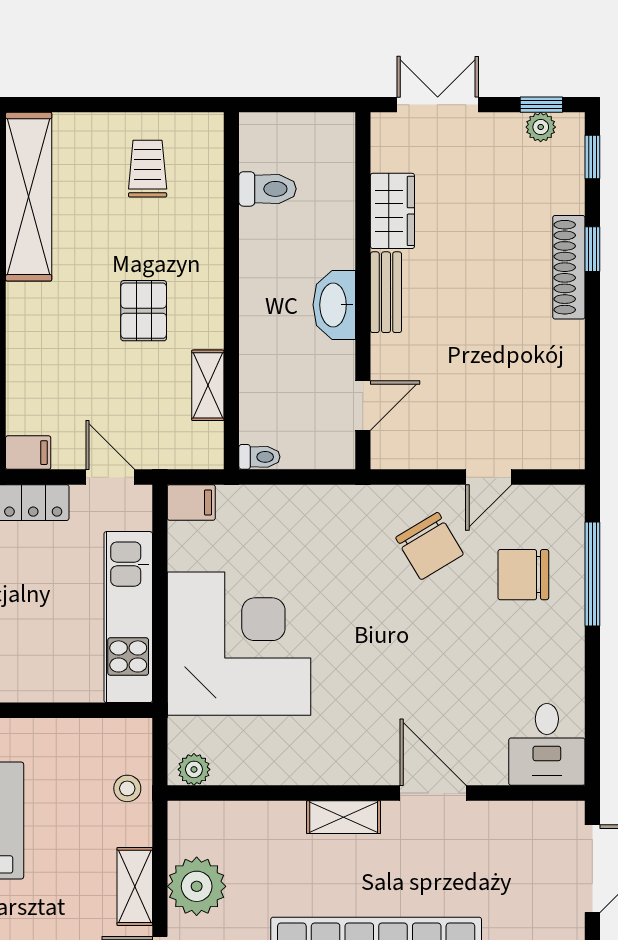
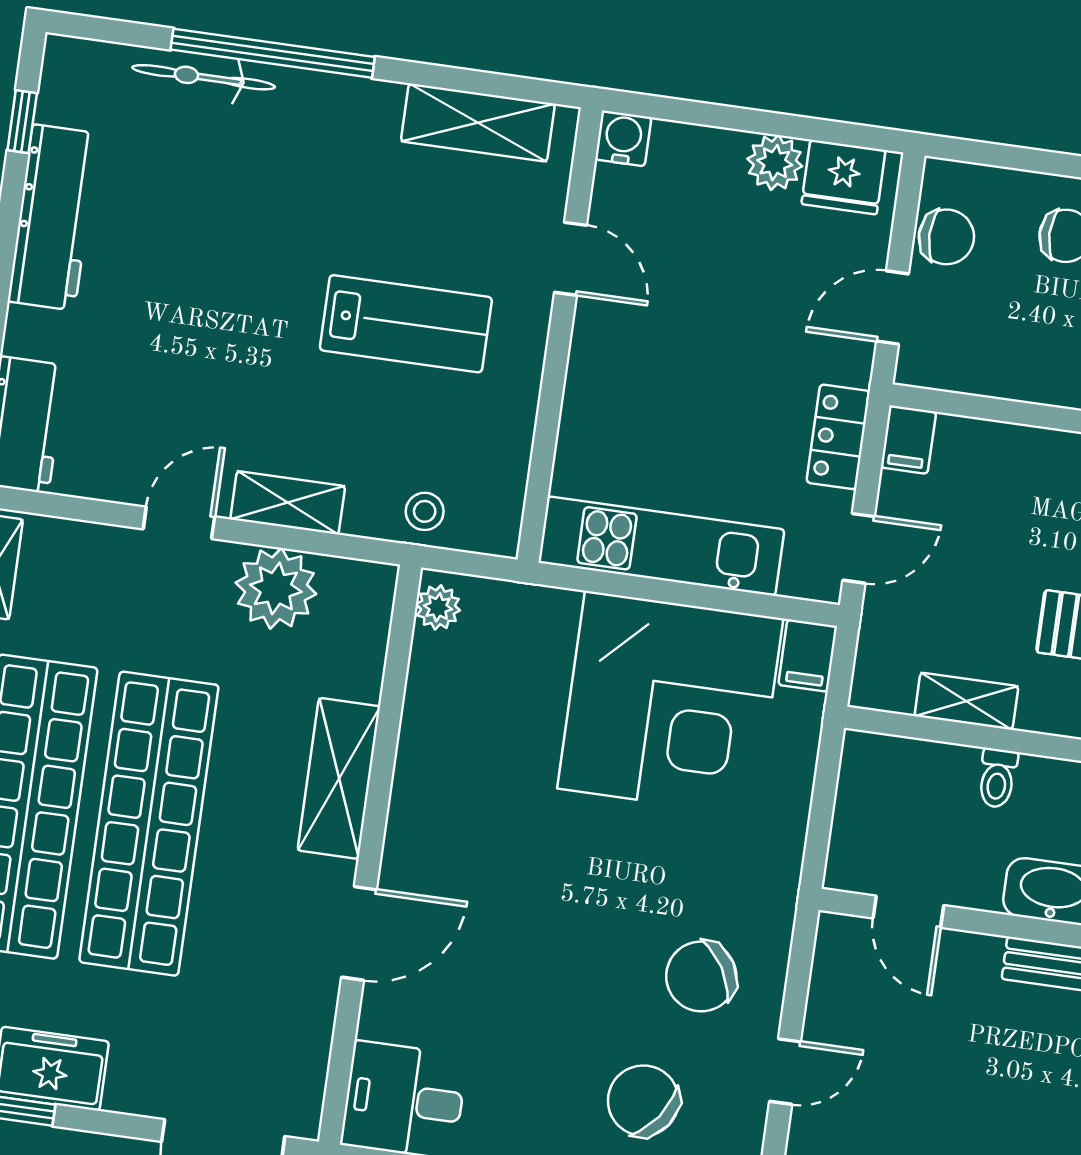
toilet: (259, 457) -> (997, 778), moved
door: (489, 477) -> (785, 1072), swing flipped
chair: (523, 575) -> (643, 1101), turned -54
corner desk: (239, 644) -> (670, 704), moved
shelving: (344, 817) -> (339, 778), width x1.50, depth x1.33

